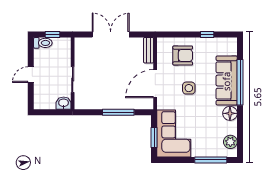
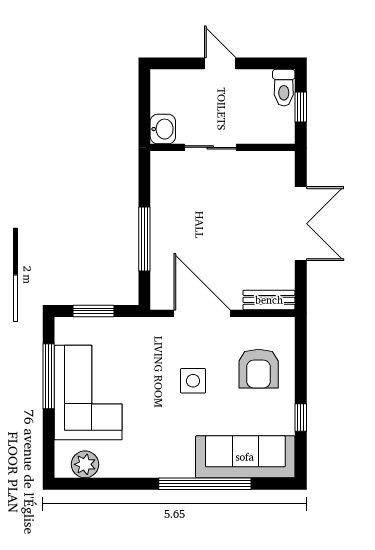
sofa: (227, 81) -> (245, 457), moved
floor lamp: (230, 113) -> (142, 463), removed
corner sofa: (174, 134) -> (88, 393), moved, turned -90
window: (211, 160) -> (49, 376), moved

